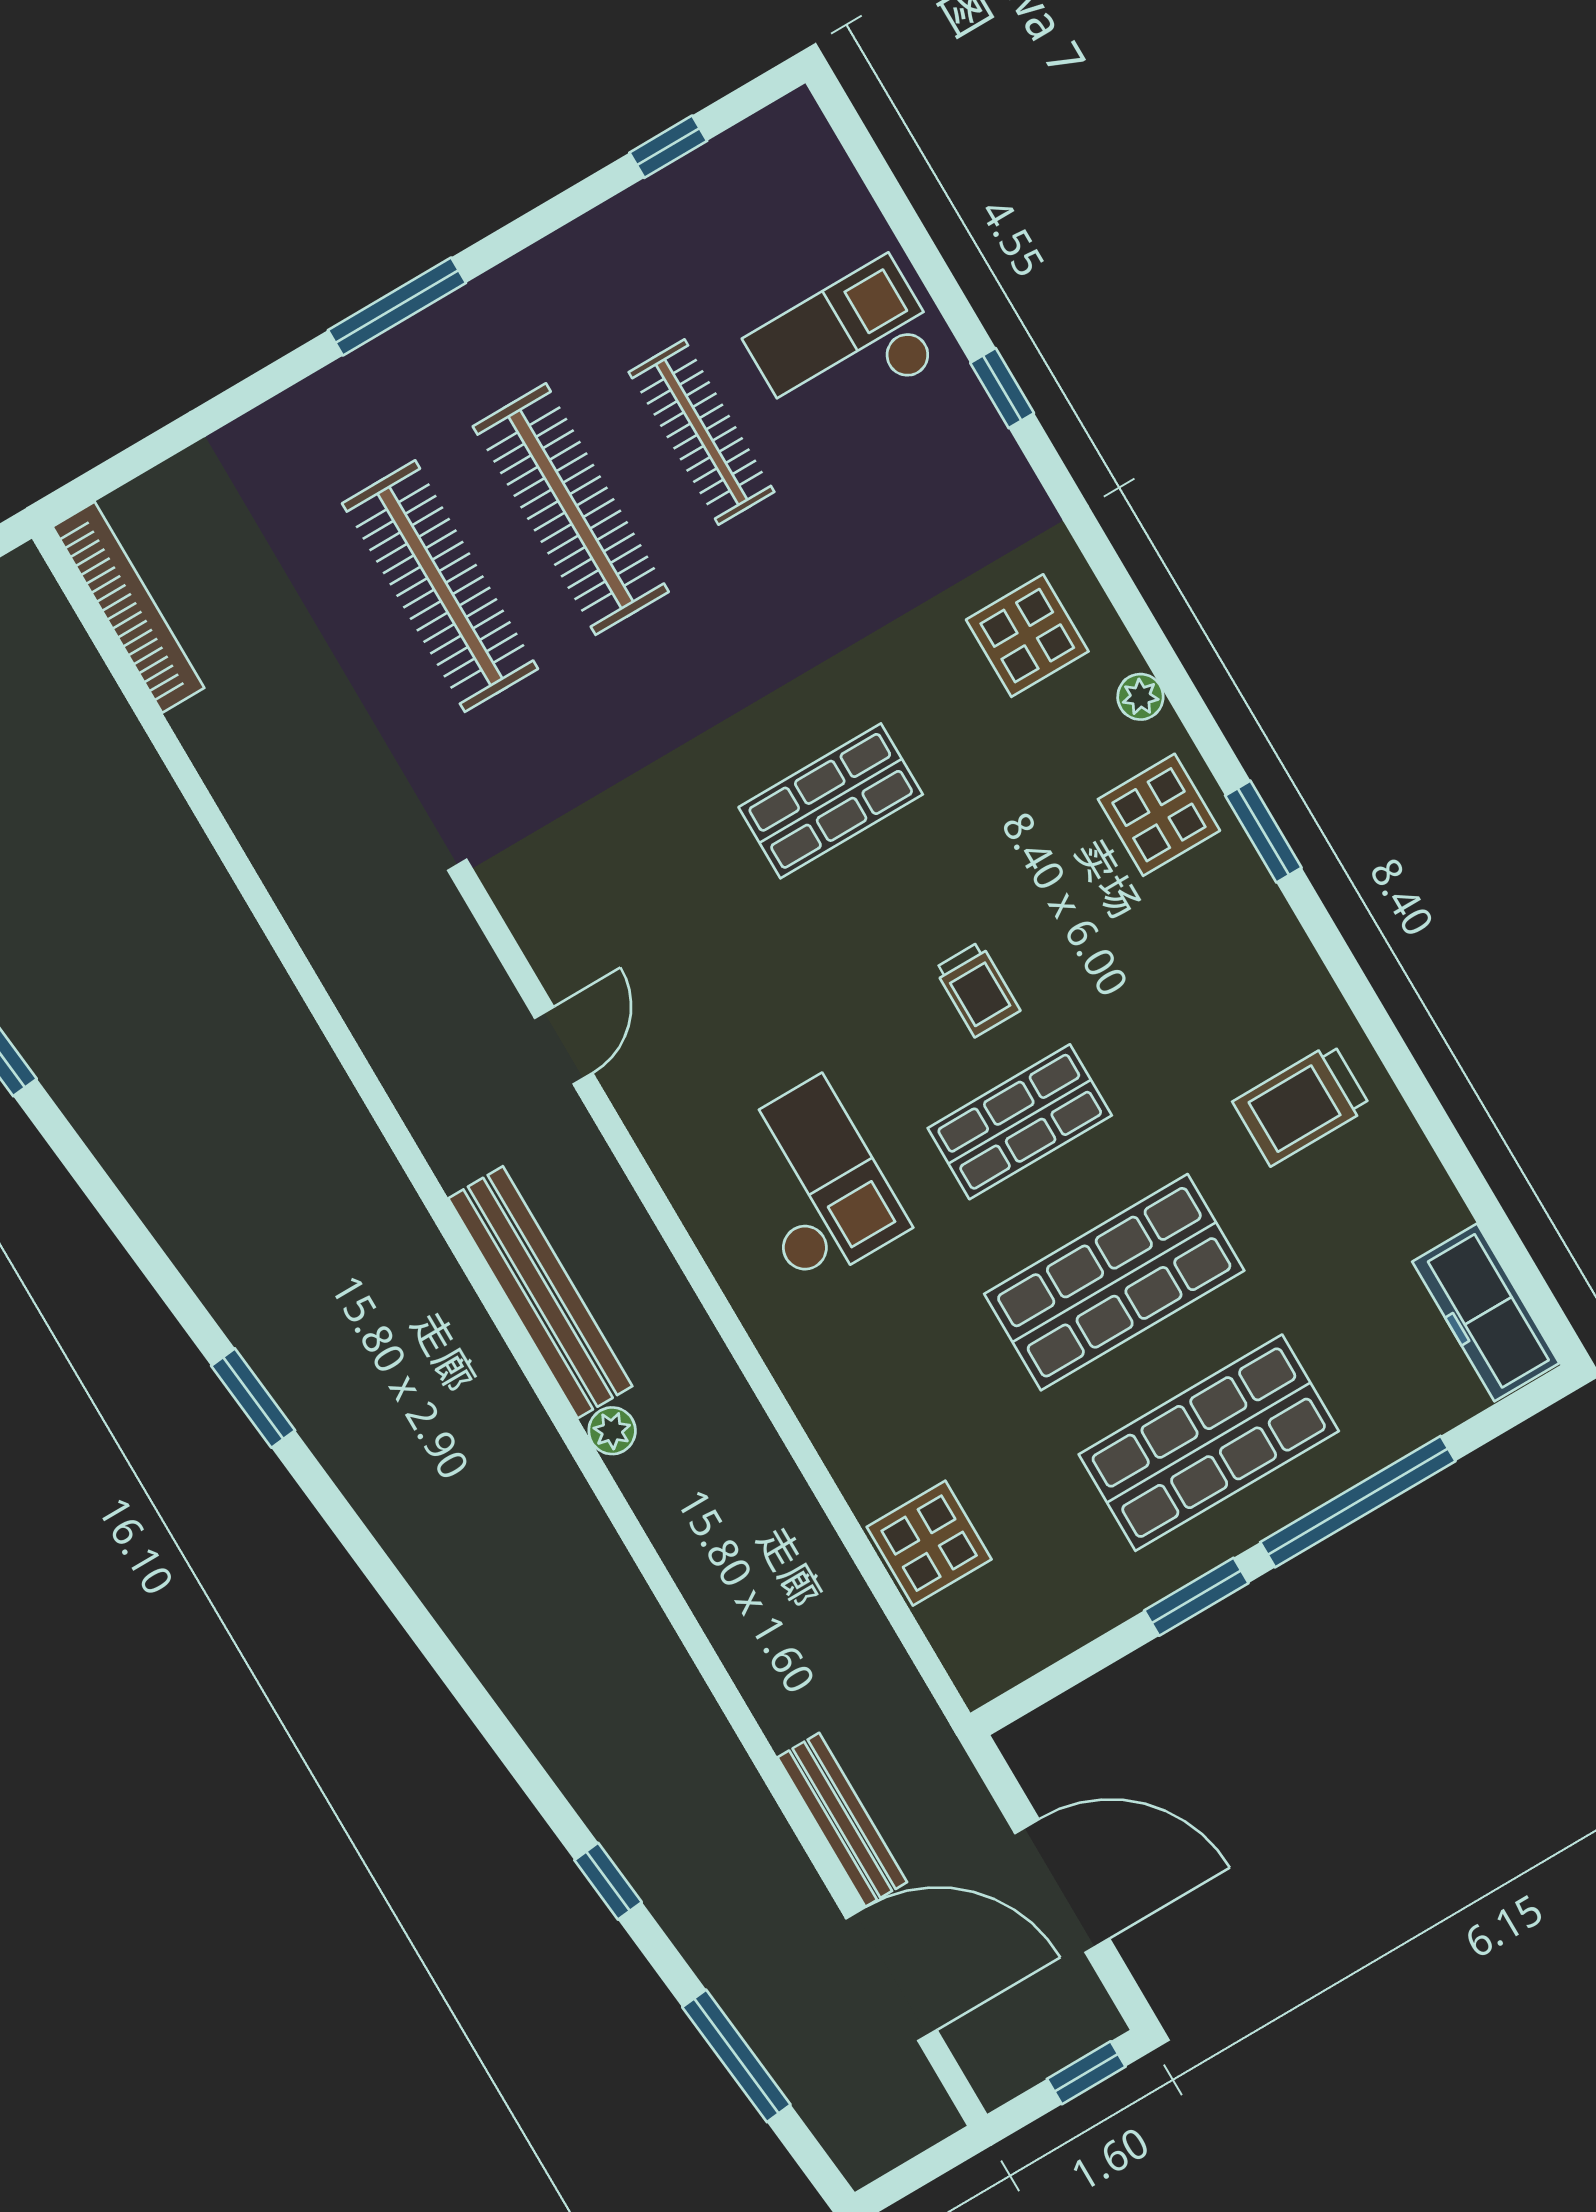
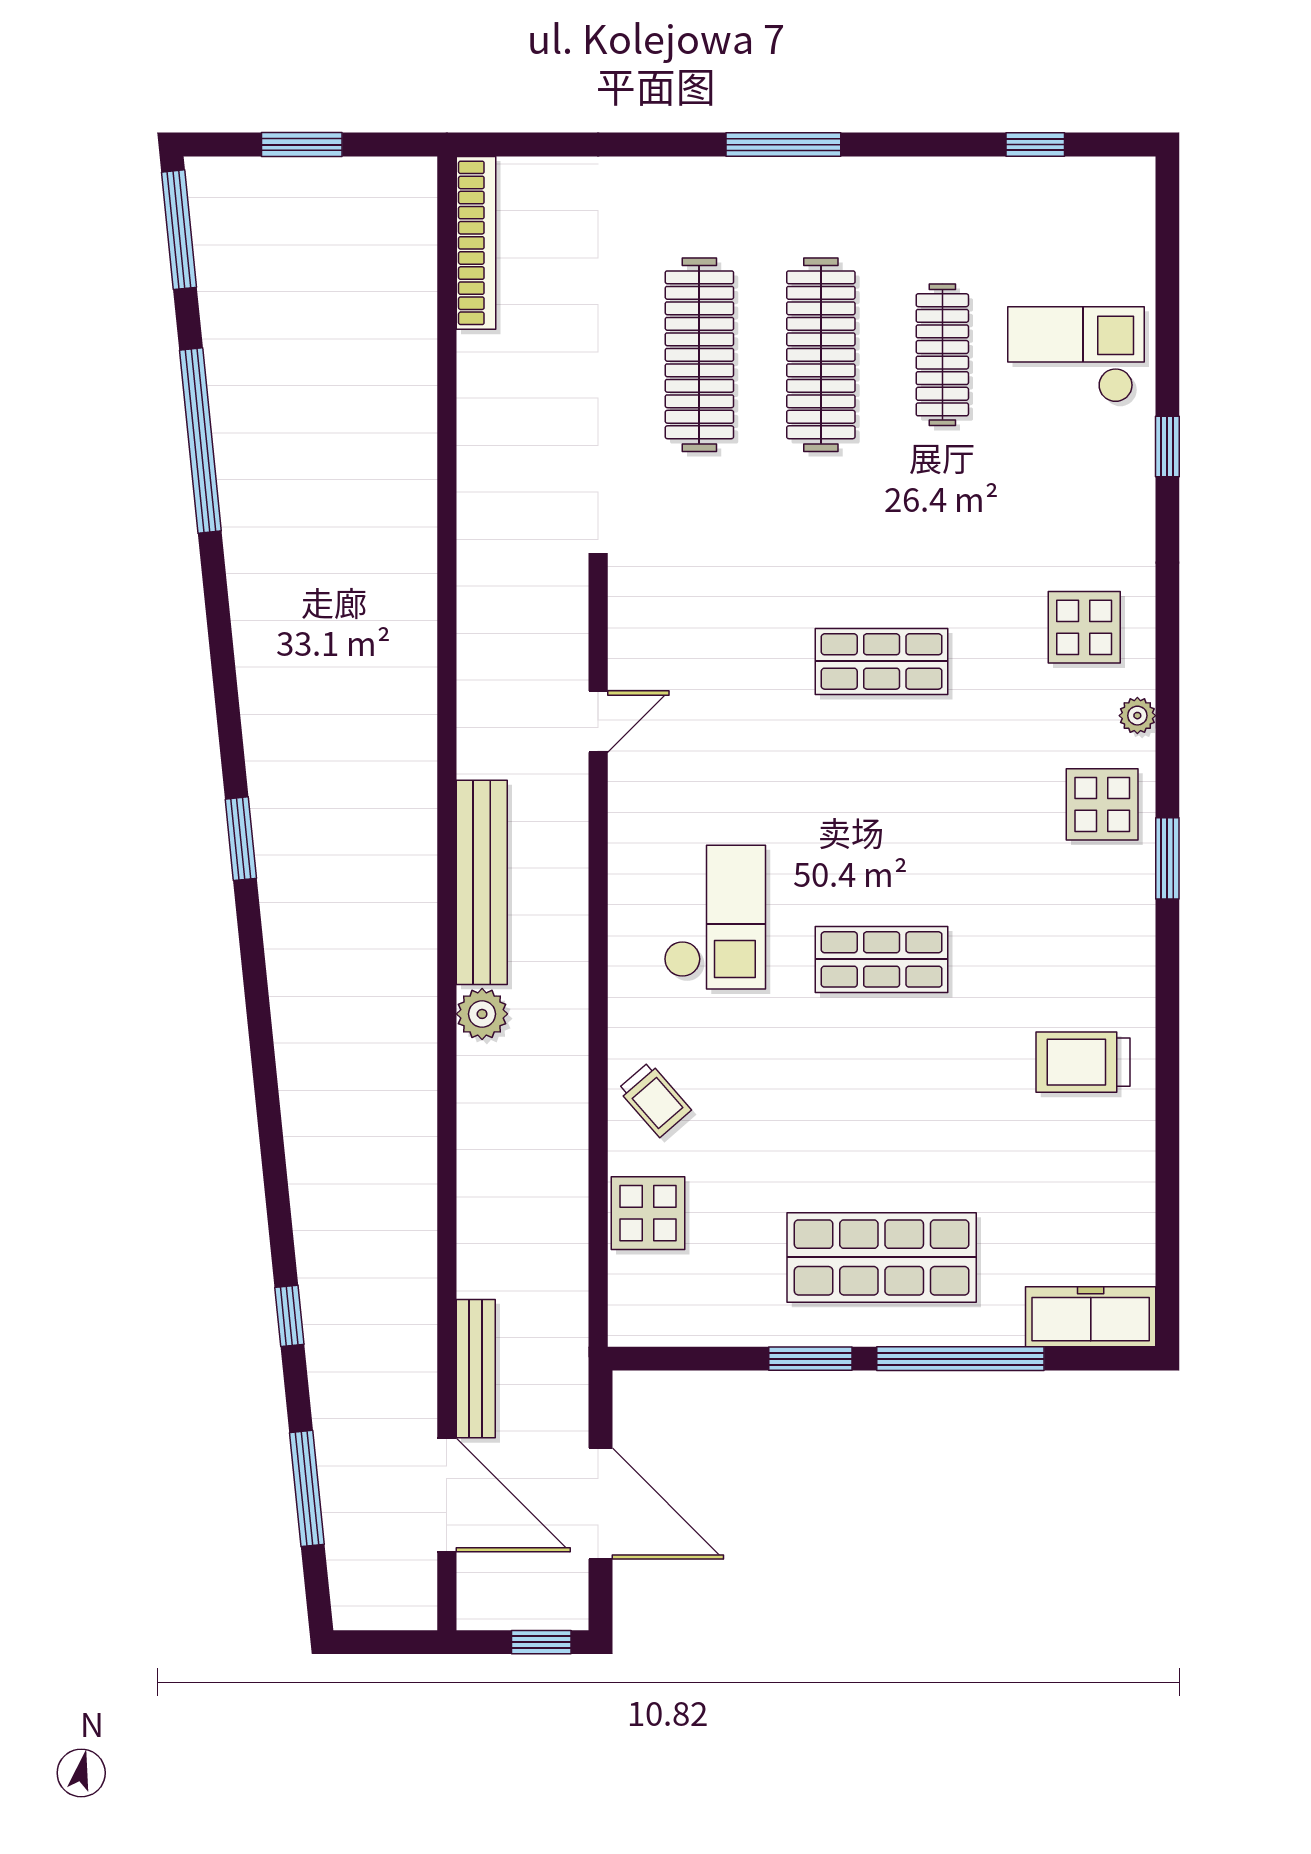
trolley: (977, 989) -> (655, 1100), moved, turned -41
shop shelf: (1114, 1282) -> (882, 1108), removed
freezer: (1486, 1312) -> (1091, 1317), moved, turned 90
plant: (612, 1431) -> (482, 1014), width x1.38, depth x1.38

